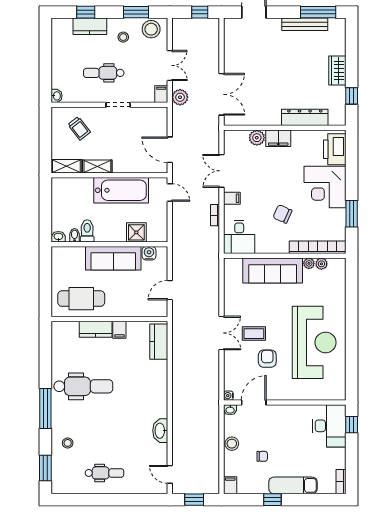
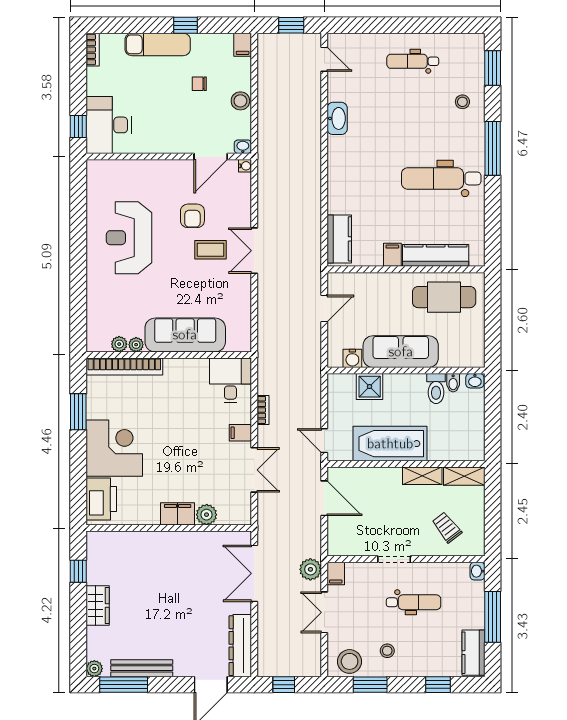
plant: (340, 24) -> (94, 669), added
kitchen counter: (90, 26) -> (473, 653), moved, turned -90
window: (45, 62) -> (493, 617), added
dresser: (305, 117) -> (240, 646), moved, turned 90
chair: (282, 214) -> (172, 412), removed
kitchen counter: (96, 329) -> (436, 255), width x1.50
reception desk: (314, 342) -> (129, 238), width x0.74, depth x0.77

